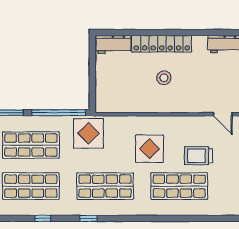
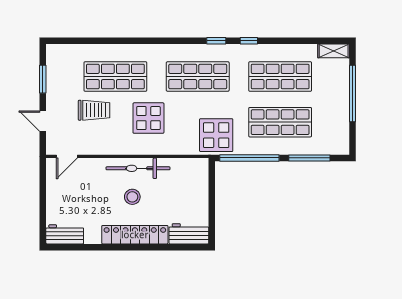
bicycle: (159, 103) -> (138, 168), added
door: (223, 114) -> (67, 156), swing flipped
window: (43, 218) -> (249, 41), moved

